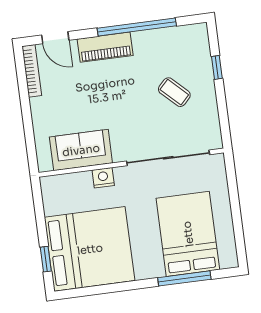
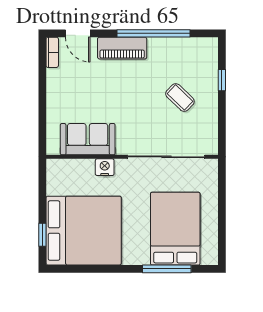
bookcase: (32, 71) -> (52, 52), width x0.64

